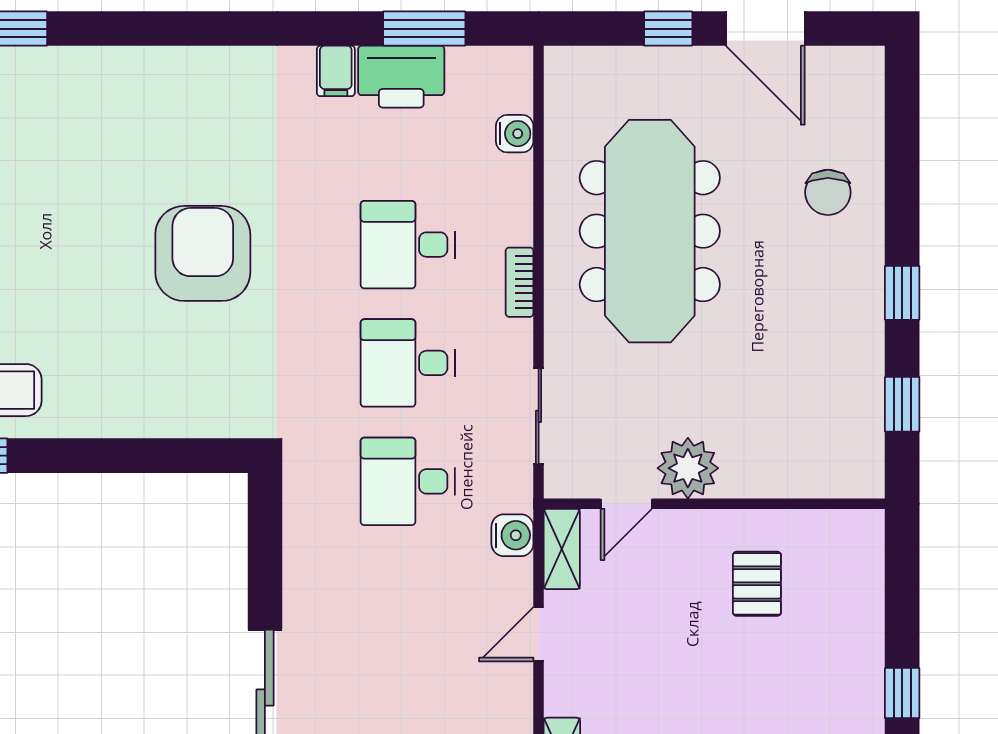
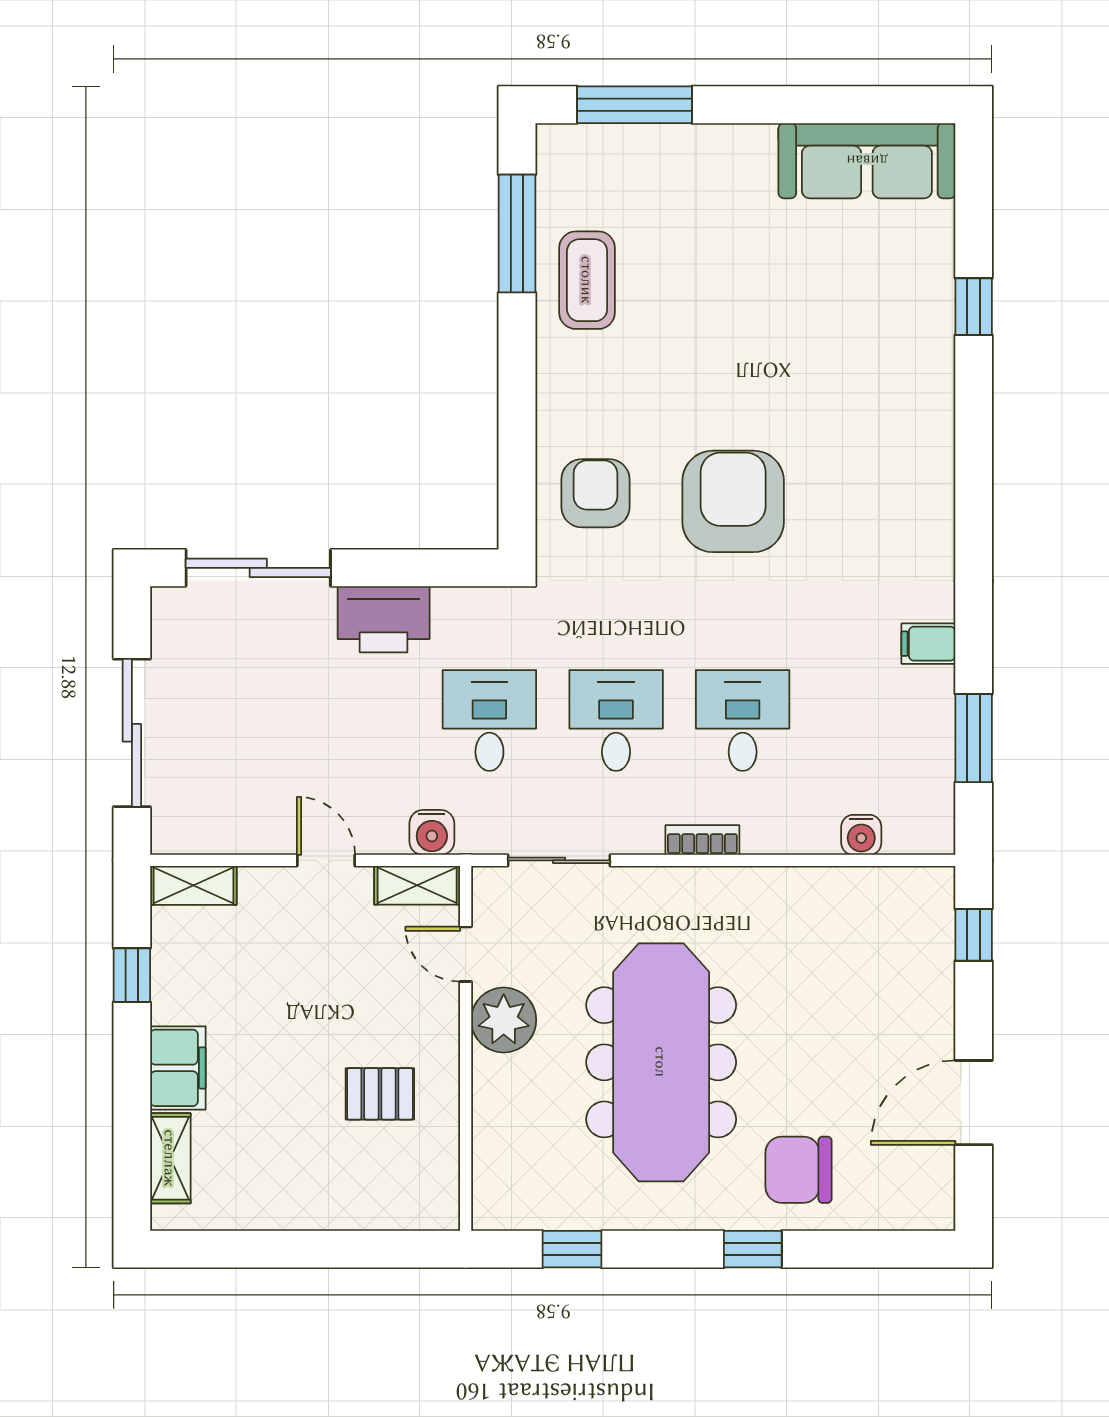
window: (668, 29) -> (974, 935), moved
printer: (401, 77) -> (384, 619), moved, turned -90
chair: (828, 192) -> (798, 1170), width x1.37, depth x1.37
meeting table: (650, 231) -> (661, 1062), moved, turned 90
armchair: (203, 253) -> (733, 501), turned -90
window: (902, 293) -> (753, 1249), moved
armchair: (195, 382) -> (595, 493), added
window: (902, 693) -> (263, 1249), removed

